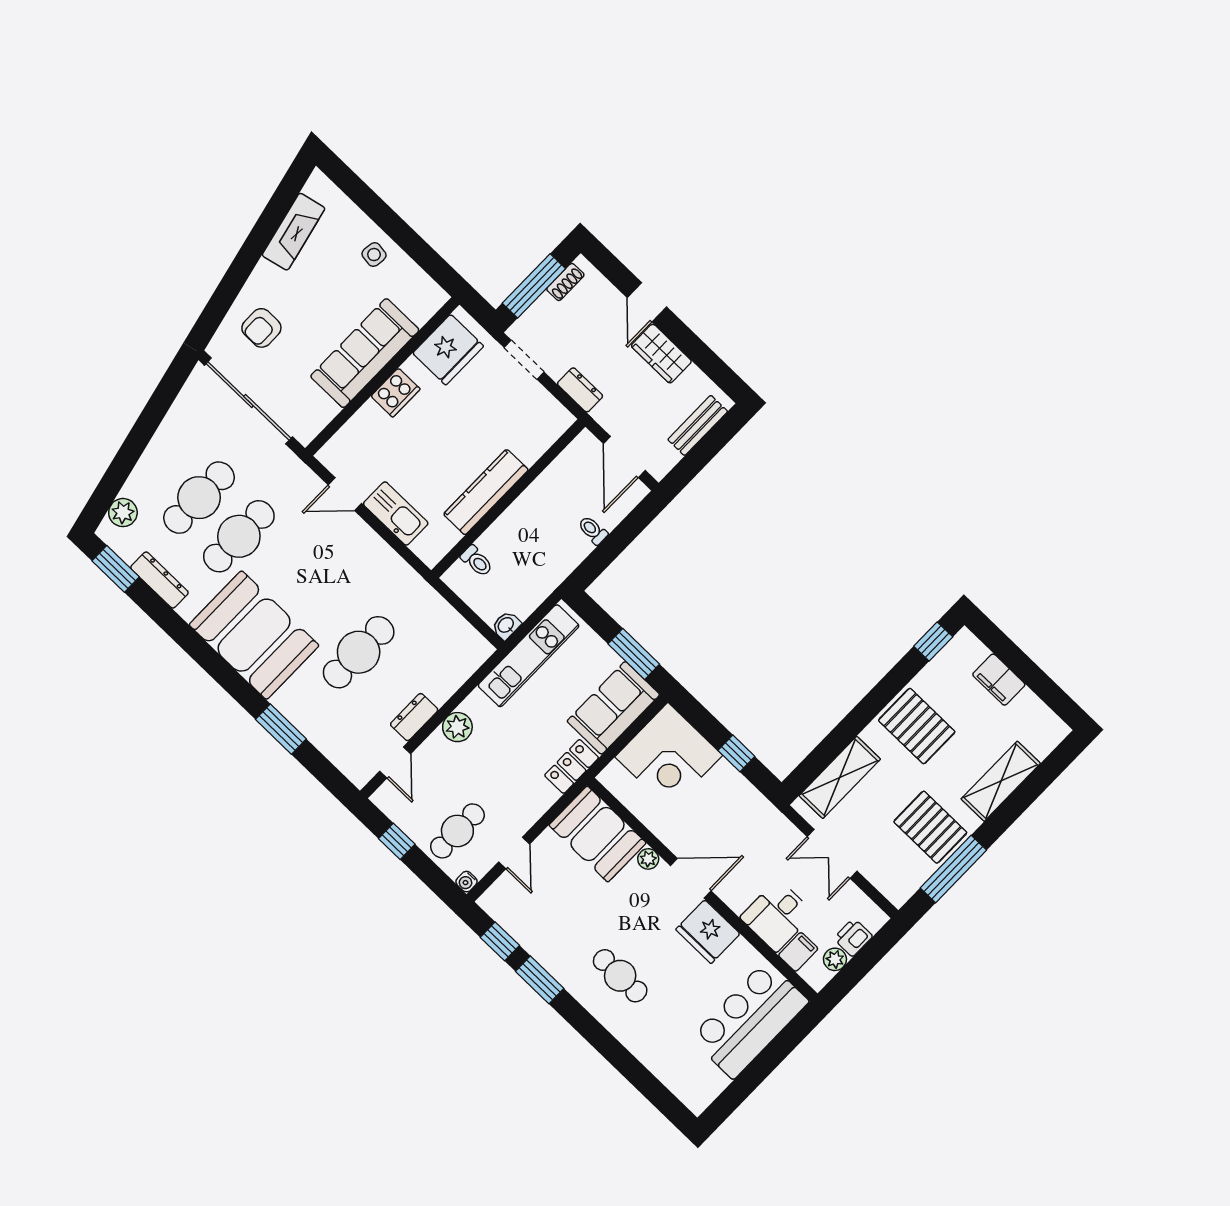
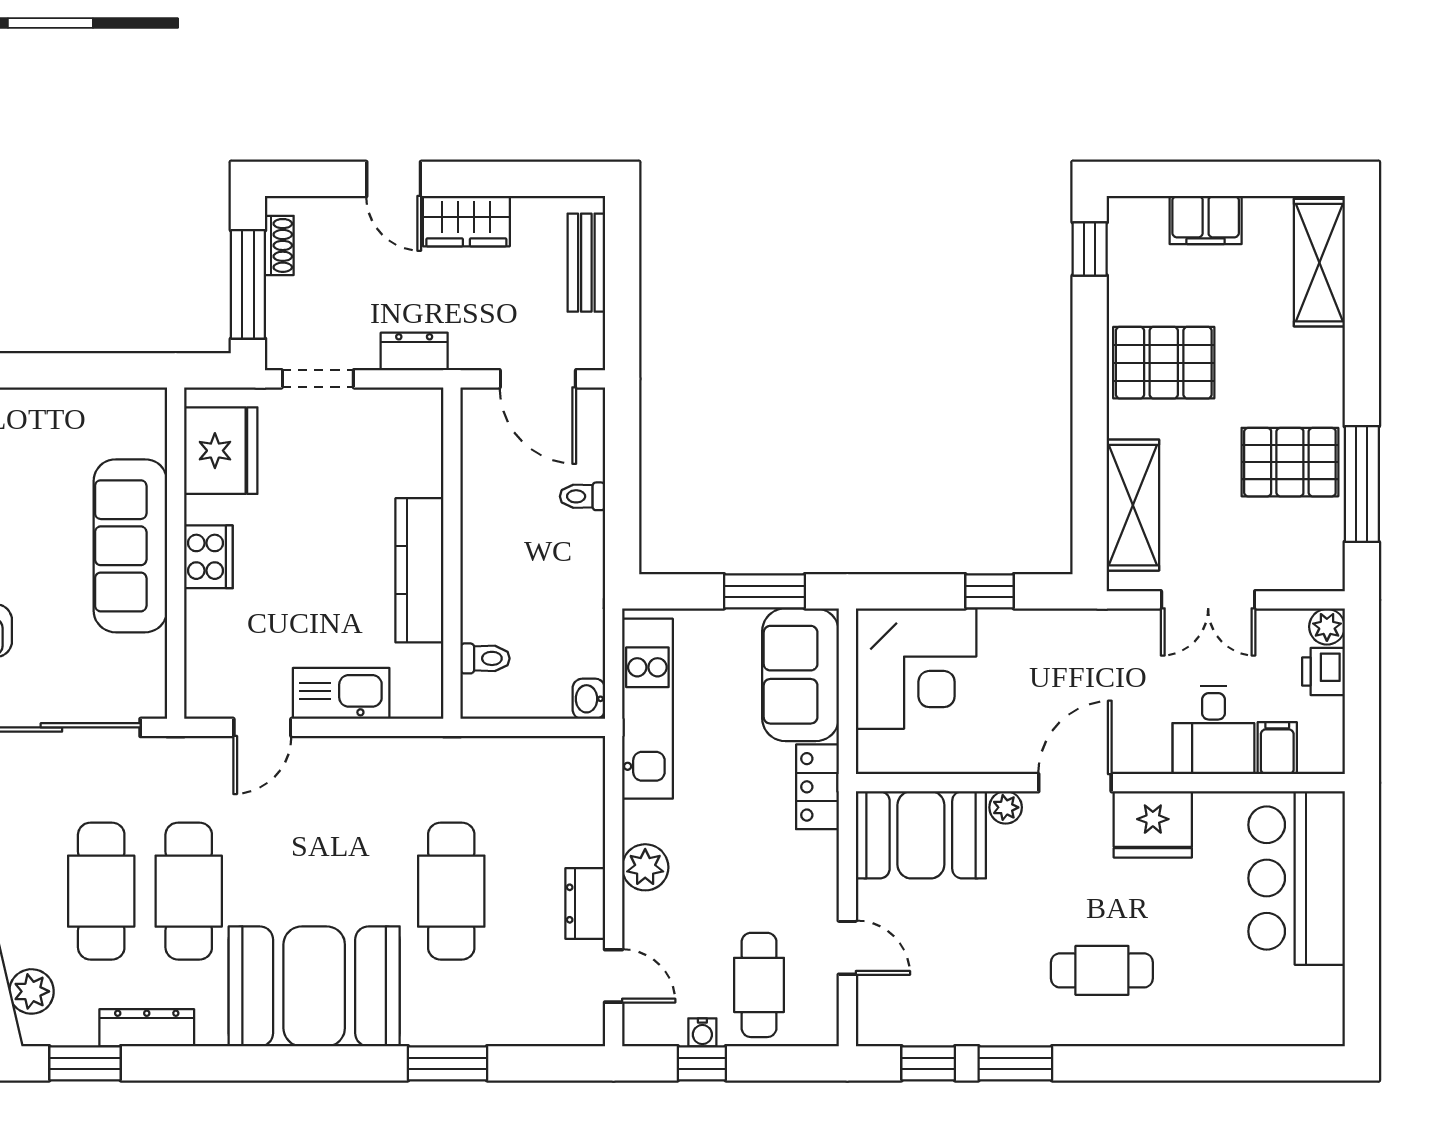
side table: (374, 255) -> (33, 424), removed
shelving: (1001, 781) -> (1319, 263), moved
water cooler: (467, 882) -> (702, 1032), moved
plant: (835, 959) -> (1327, 627), moved

